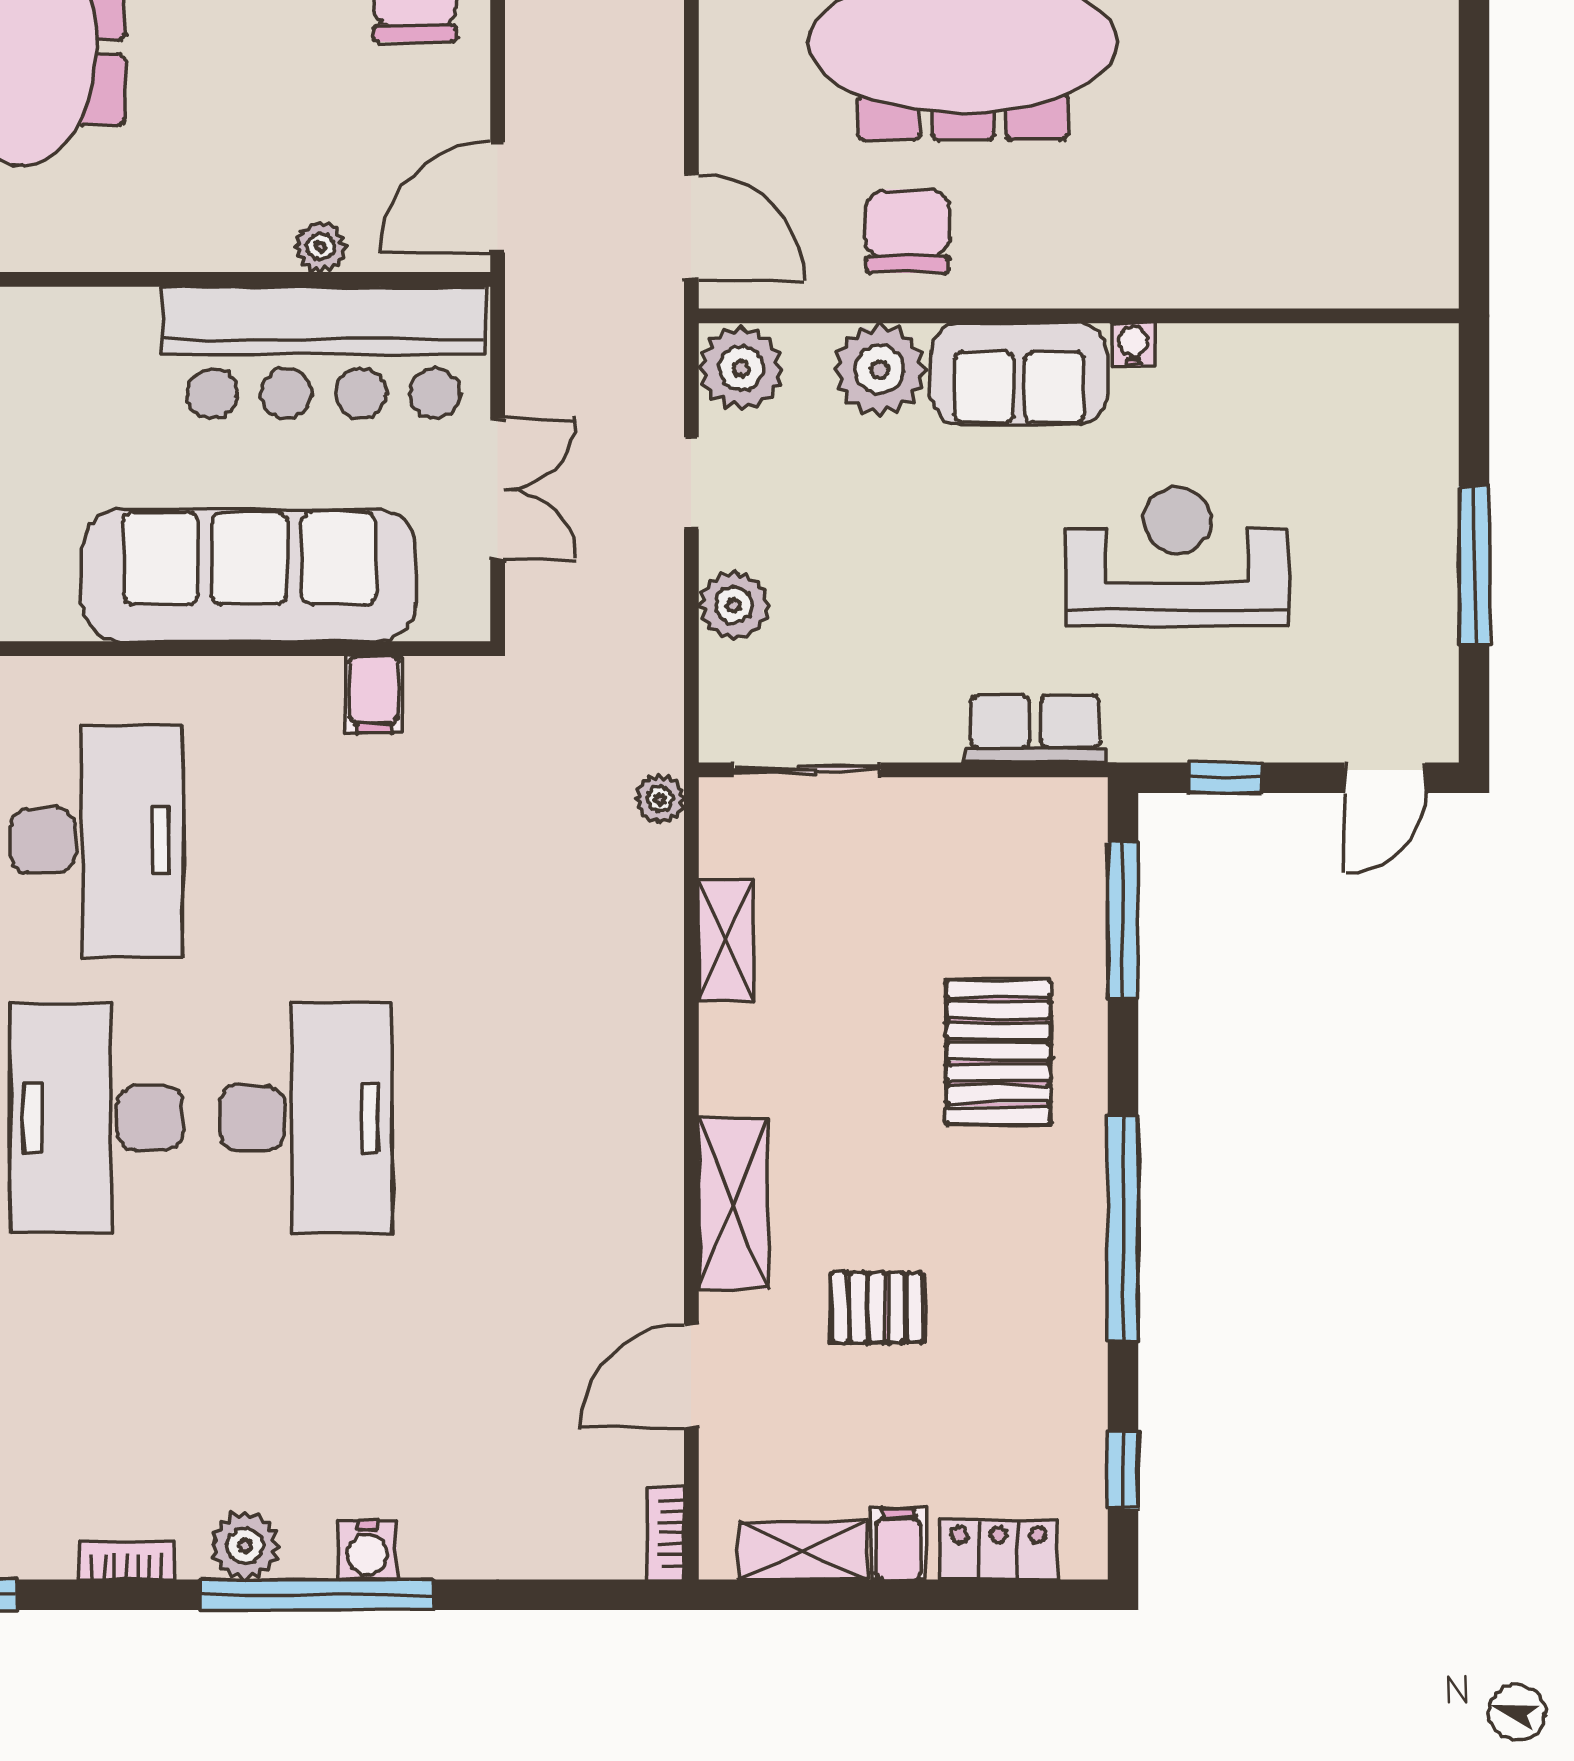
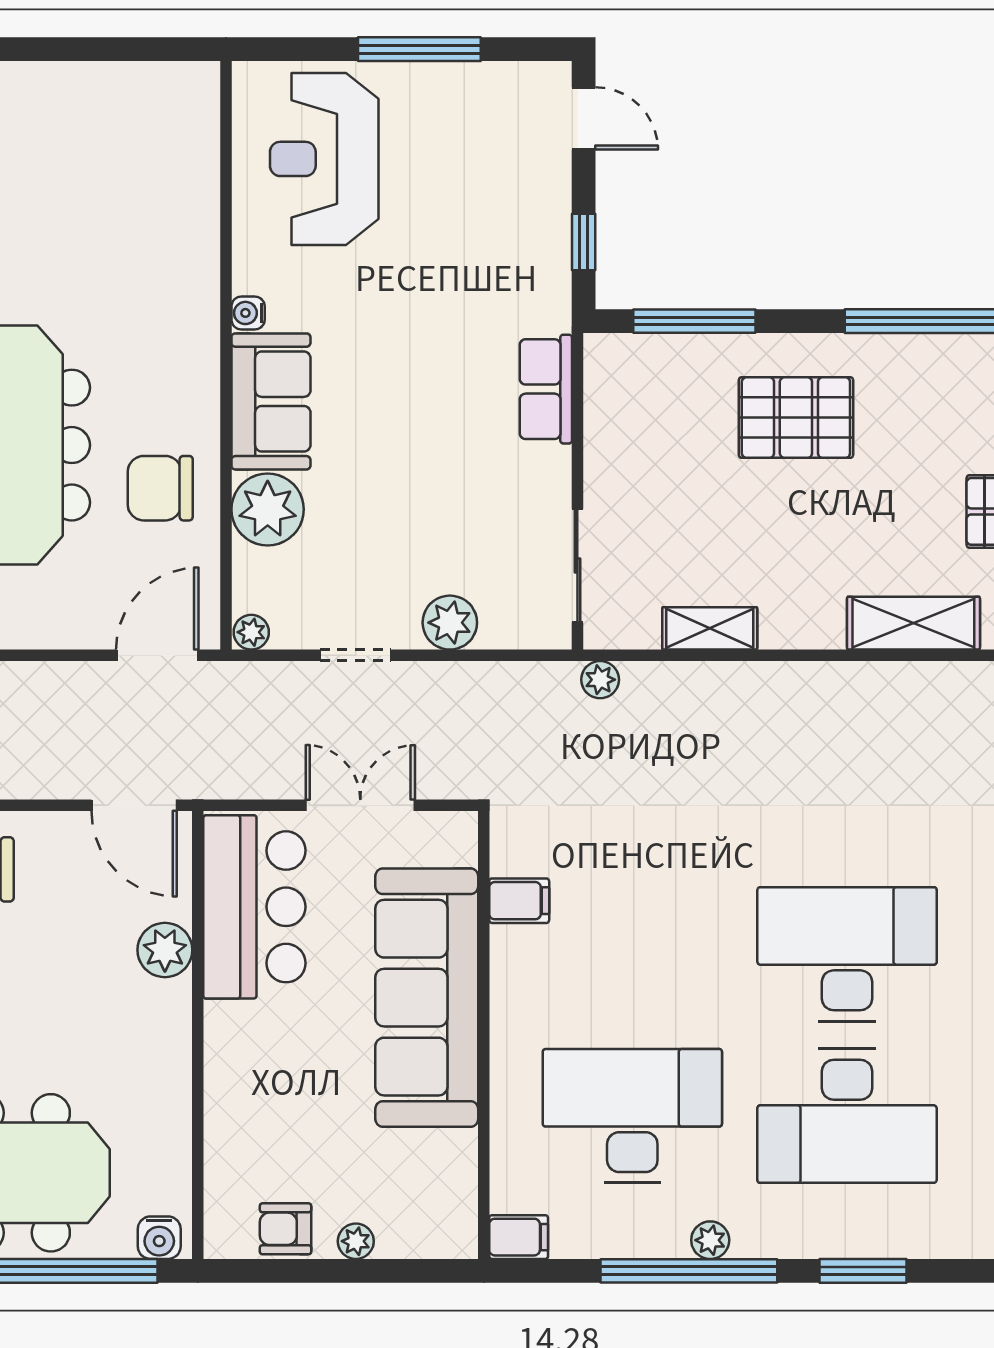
plant: (320, 247) -> (165, 950), width x1.38, depth x1.38
bar counter: (323, 353) -> (254, 907), width x0.73
plant: (741, 368) -> (251, 632), width x0.53, depth x0.53
reception desk: (1177, 557) -> (324, 159), moved

